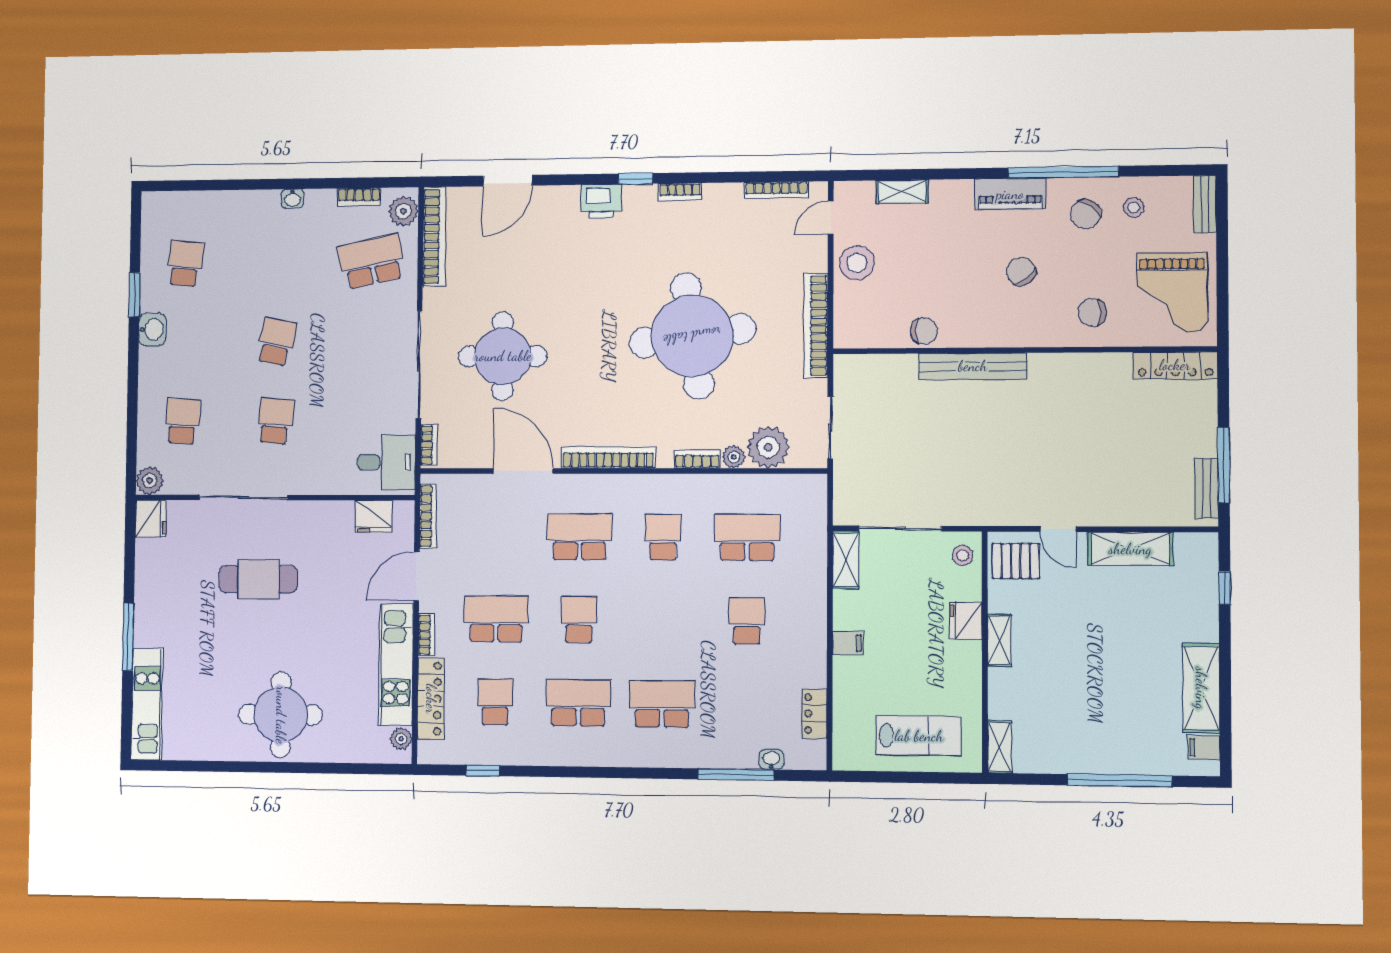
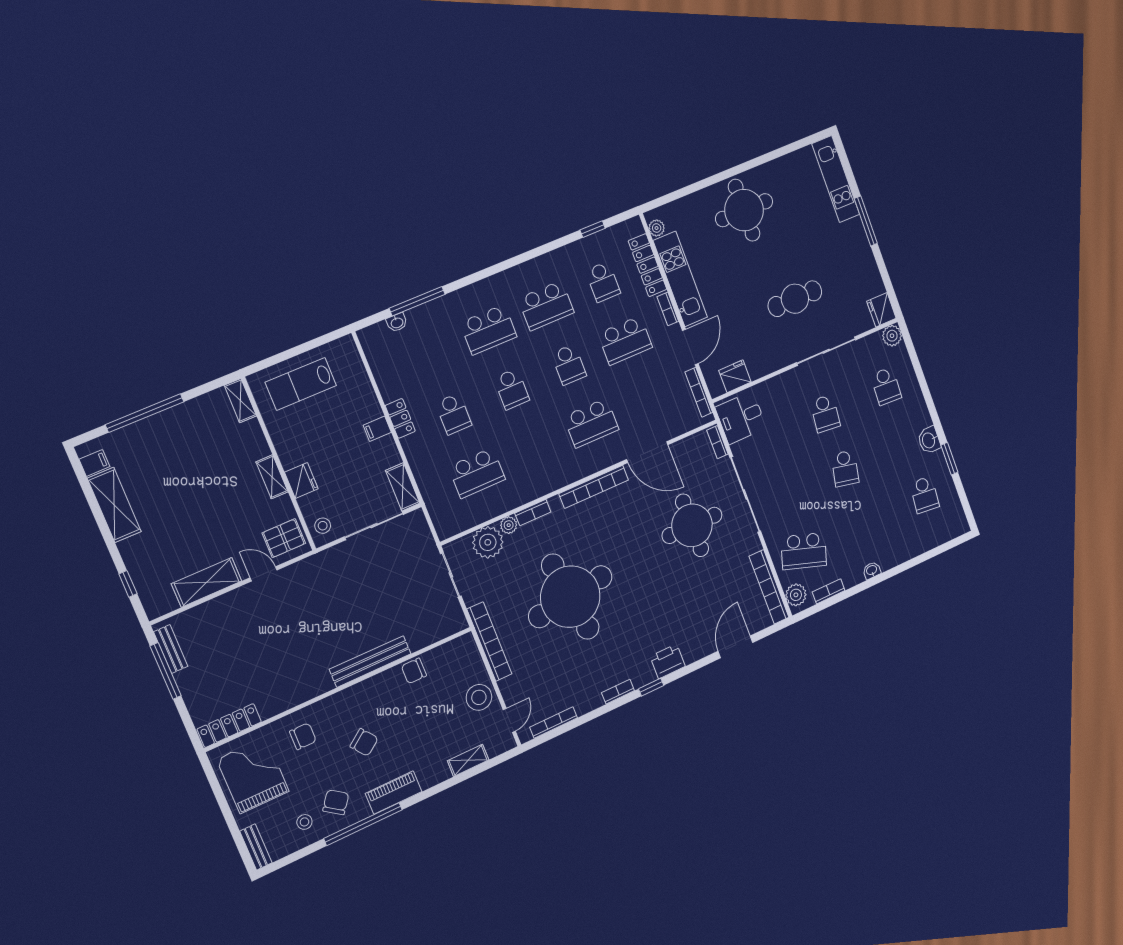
school desk: (371, 261) -> (804, 551), turned 30
school desk: (663, 537) -> (512, 389), moved
locker: (814, 714) -> (400, 418), moved

